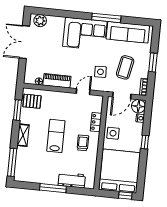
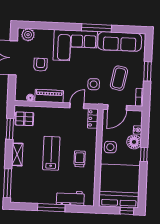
armchair: (50, 50) -> (40, 65), added
floor lamp: (138, 106) -> (134, 142), moved
locker: (96, 122) -> (93, 118), moved

